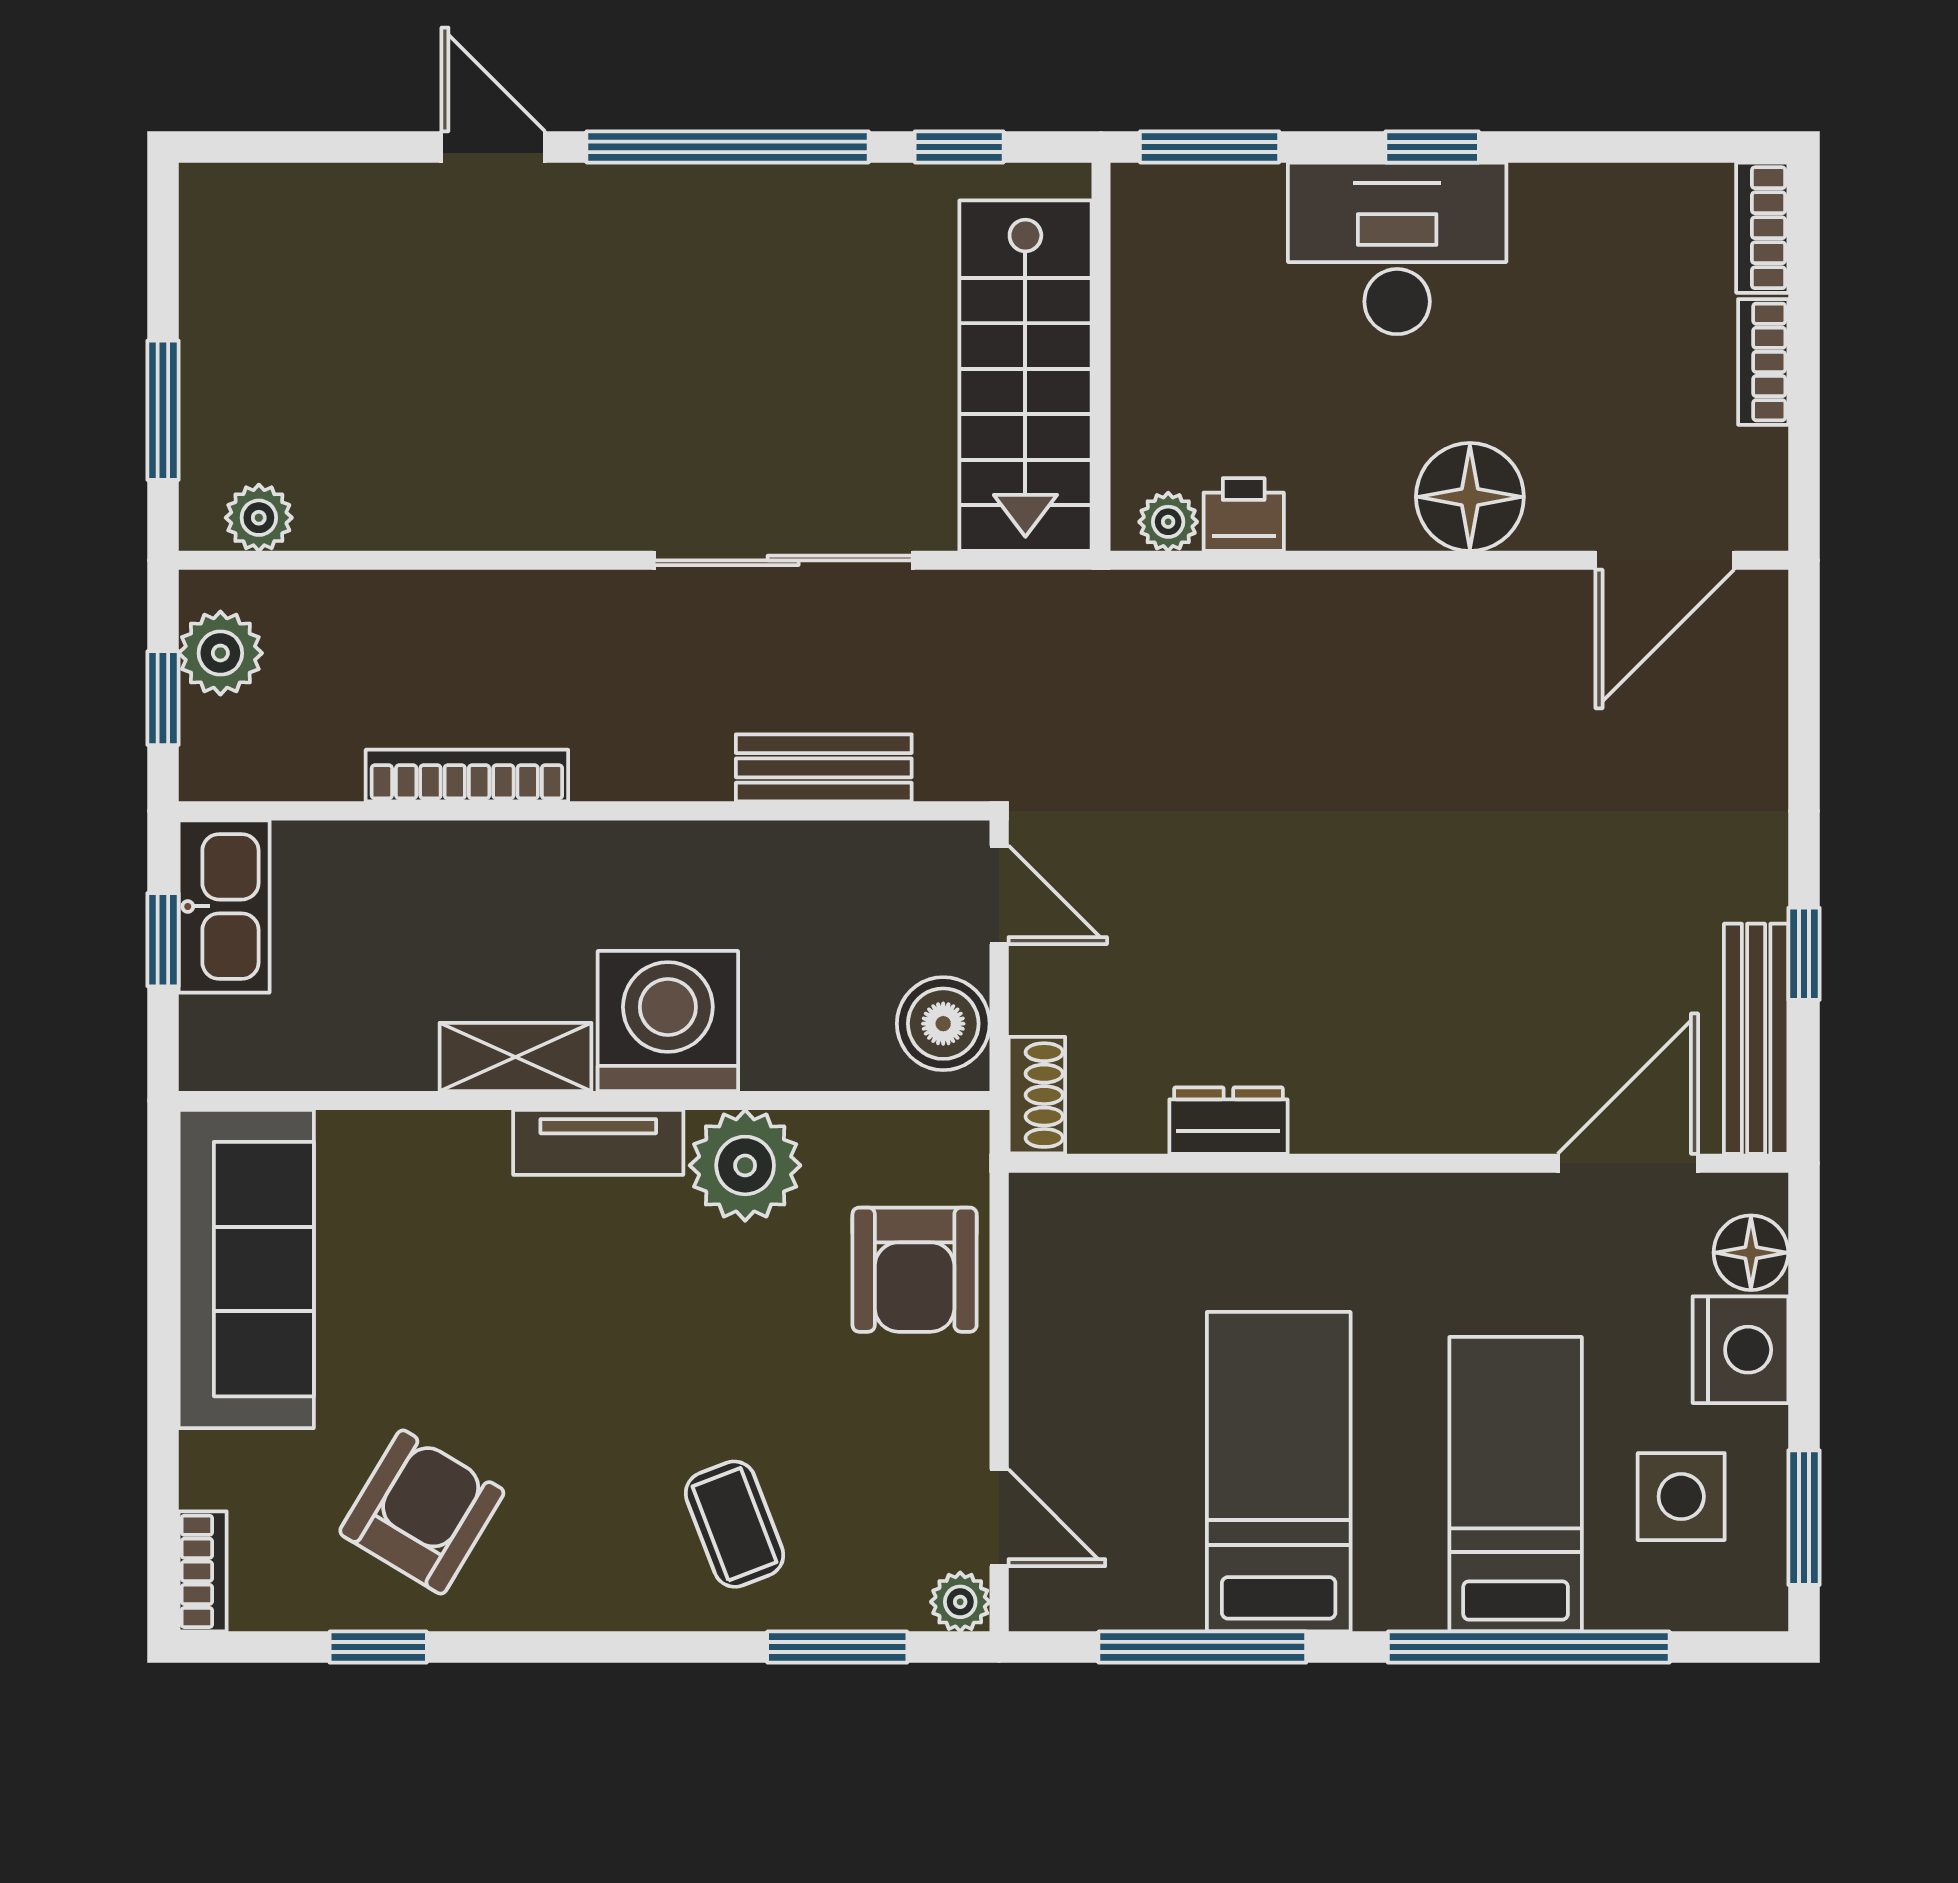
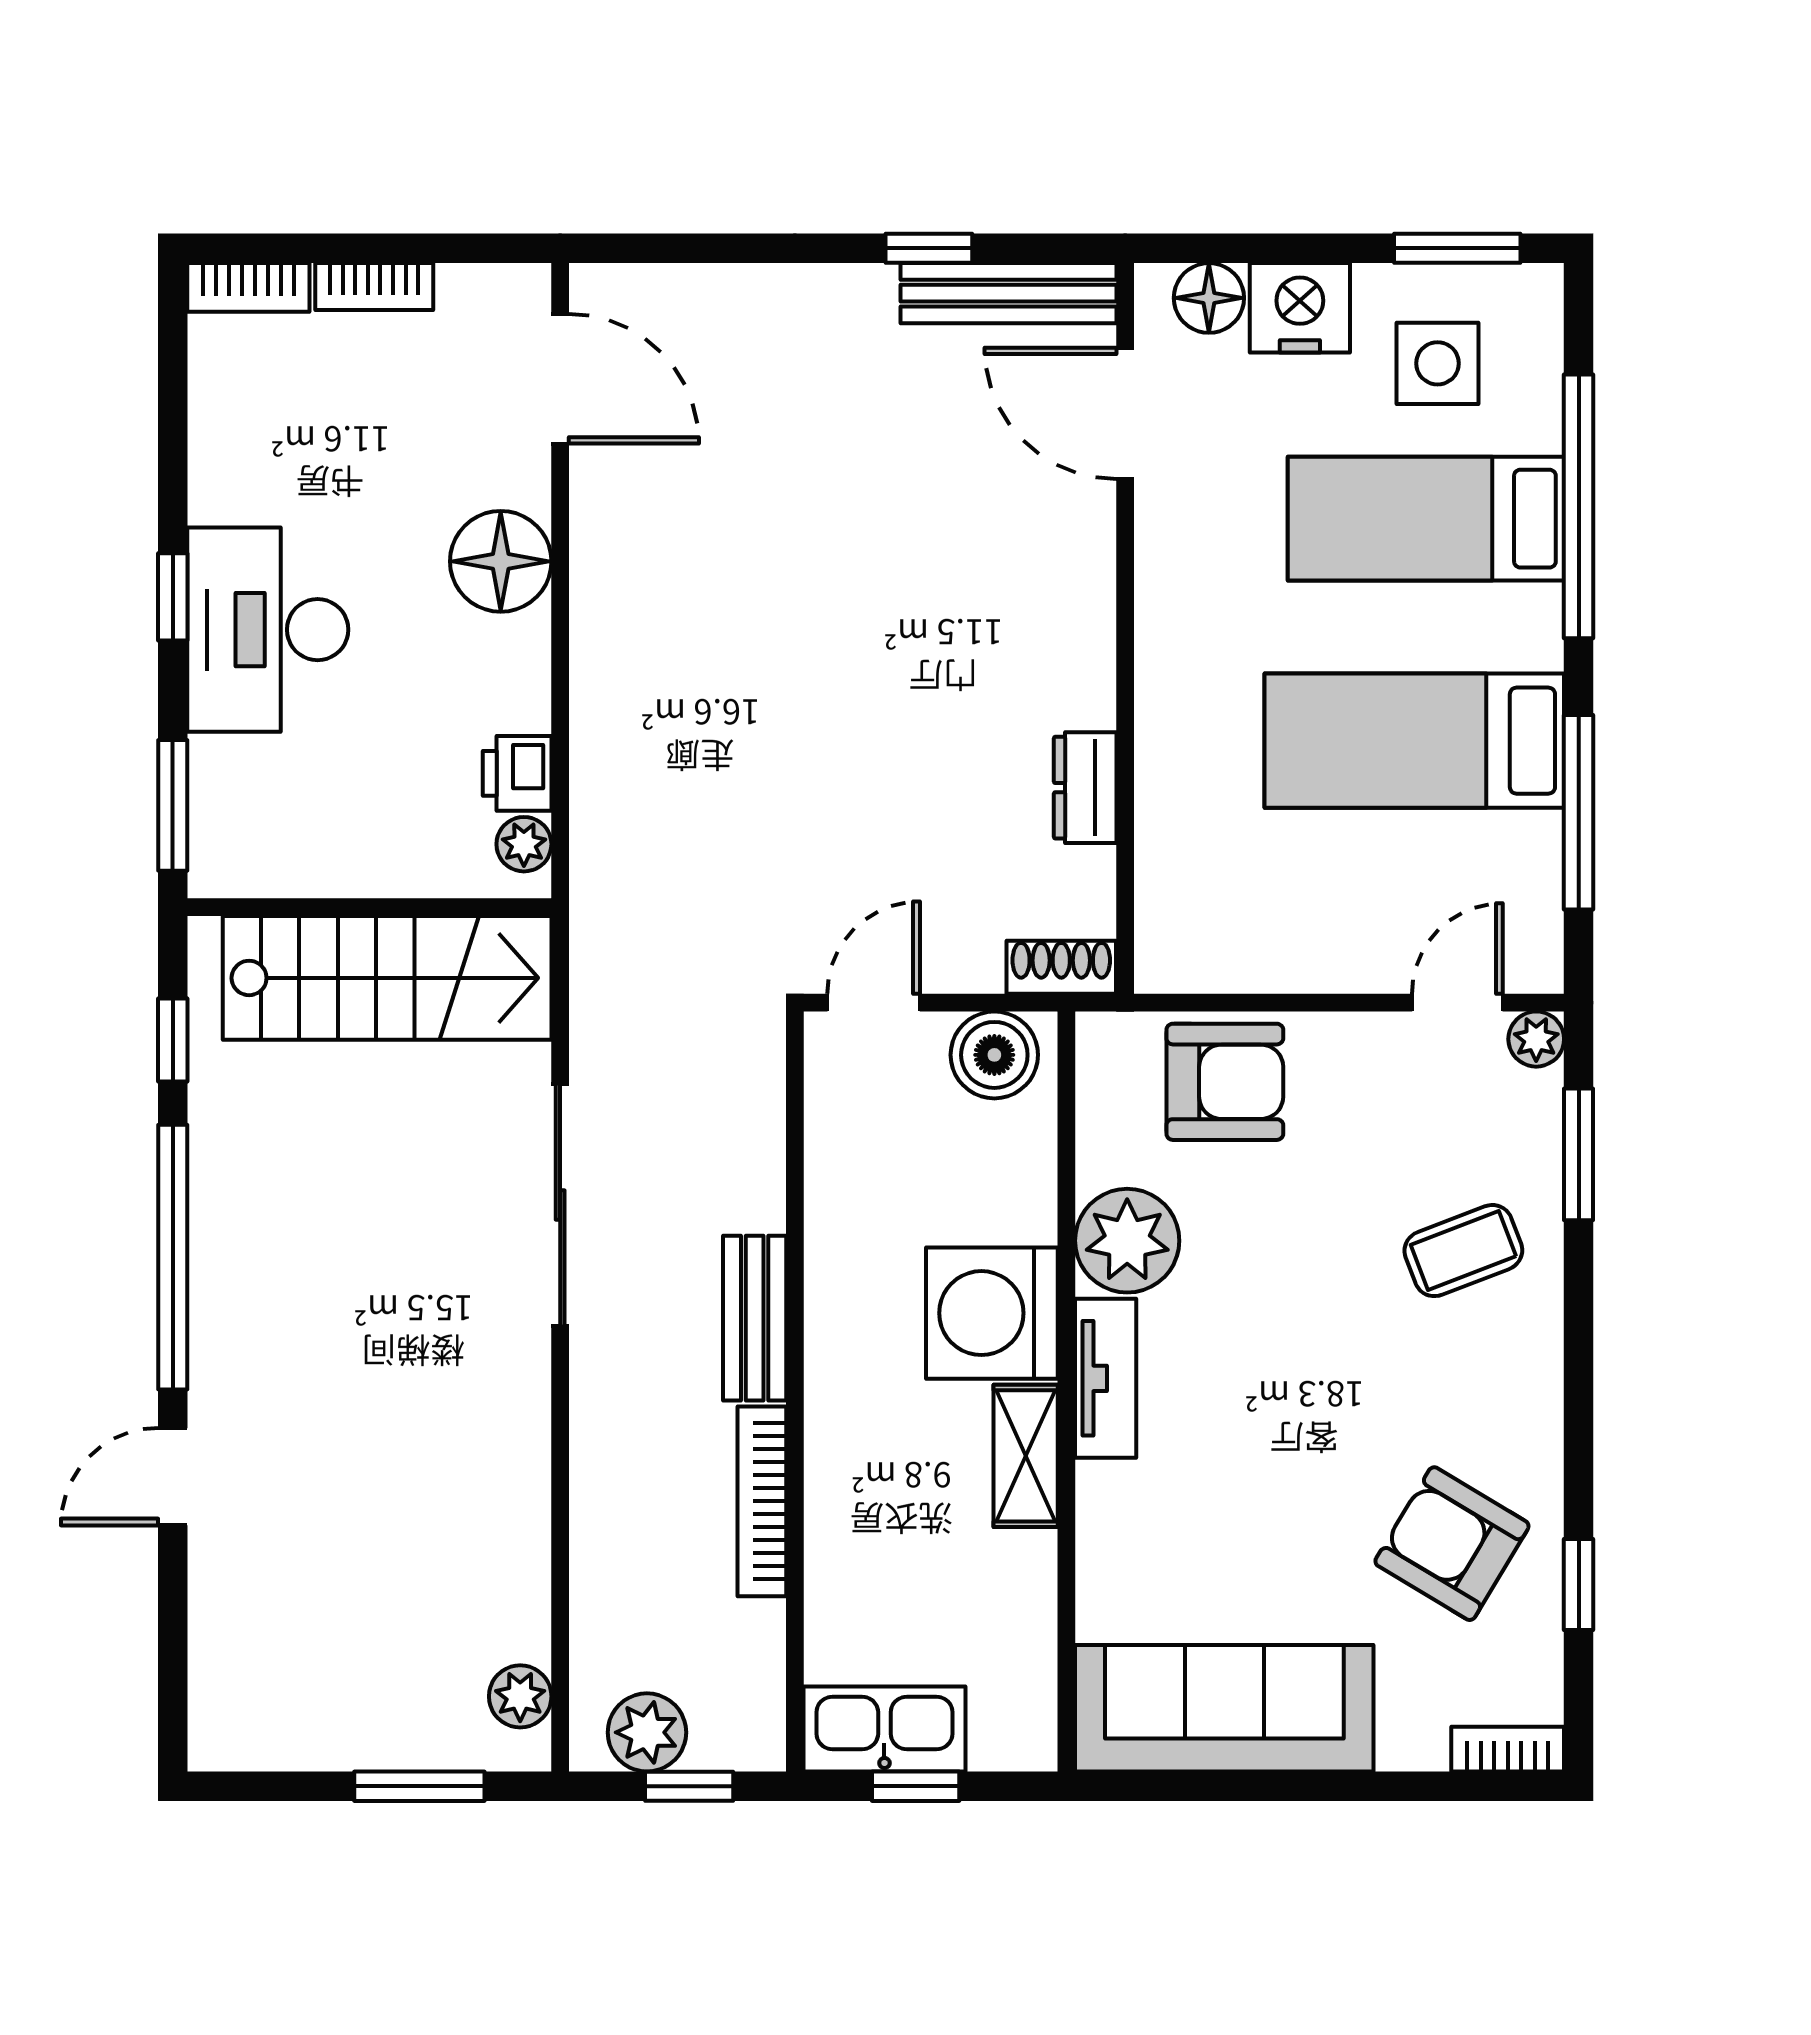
bench: (824, 768) -> (755, 1318), moved

